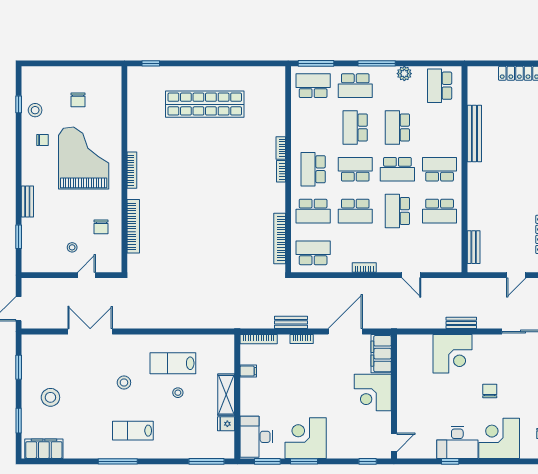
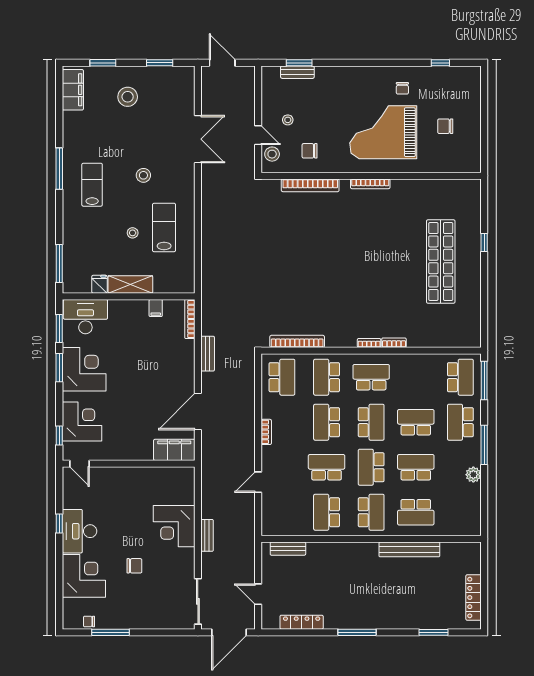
window: (151, 63) -> (484, 243), moved
school desk: (440, 86) -> (416, 512), moved, turned 180
stool: (35, 110) -> (272, 154), moved
grand piano: (84, 158) -> (383, 132), turned 180
bench: (27, 201) -> (297, 72), moved
door: (345, 332) -> (198, 411), swing flipped
bookcase: (302, 339) -> (190, 365), removed
corner desk: (373, 392) -> (82, 421), moved, turned 90

